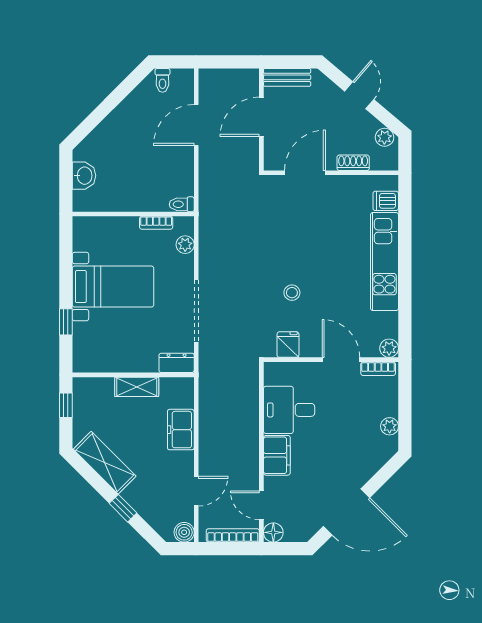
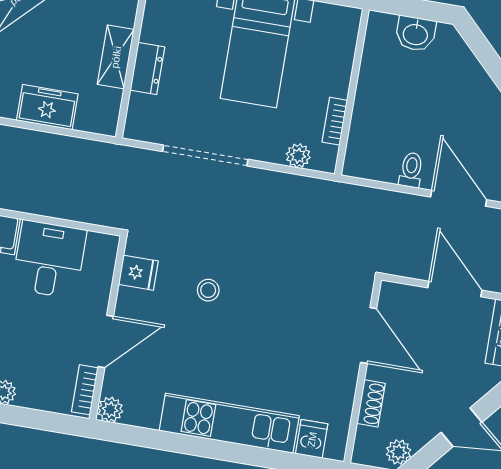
toilet: (182, 204) -> (411, 170), moved
dresser: (177, 363) -> (147, 69), moved

